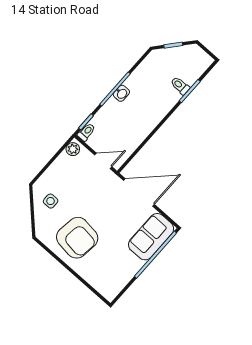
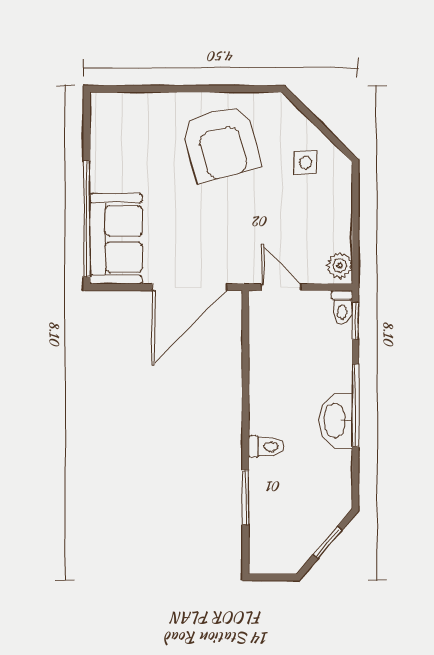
toilet: (180, 86) -> (266, 447), moved
washbasin: (121, 93) -> (336, 420), width x1.91, depth x1.45
door: (103, 161) -> (281, 287), swing flipped
armchair: (77, 238) -> (221, 144), turned -112

